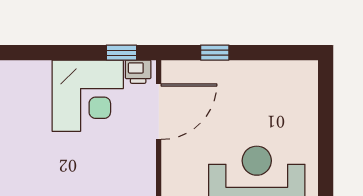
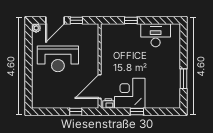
window: (121, 53) -> (137, 112), moved

